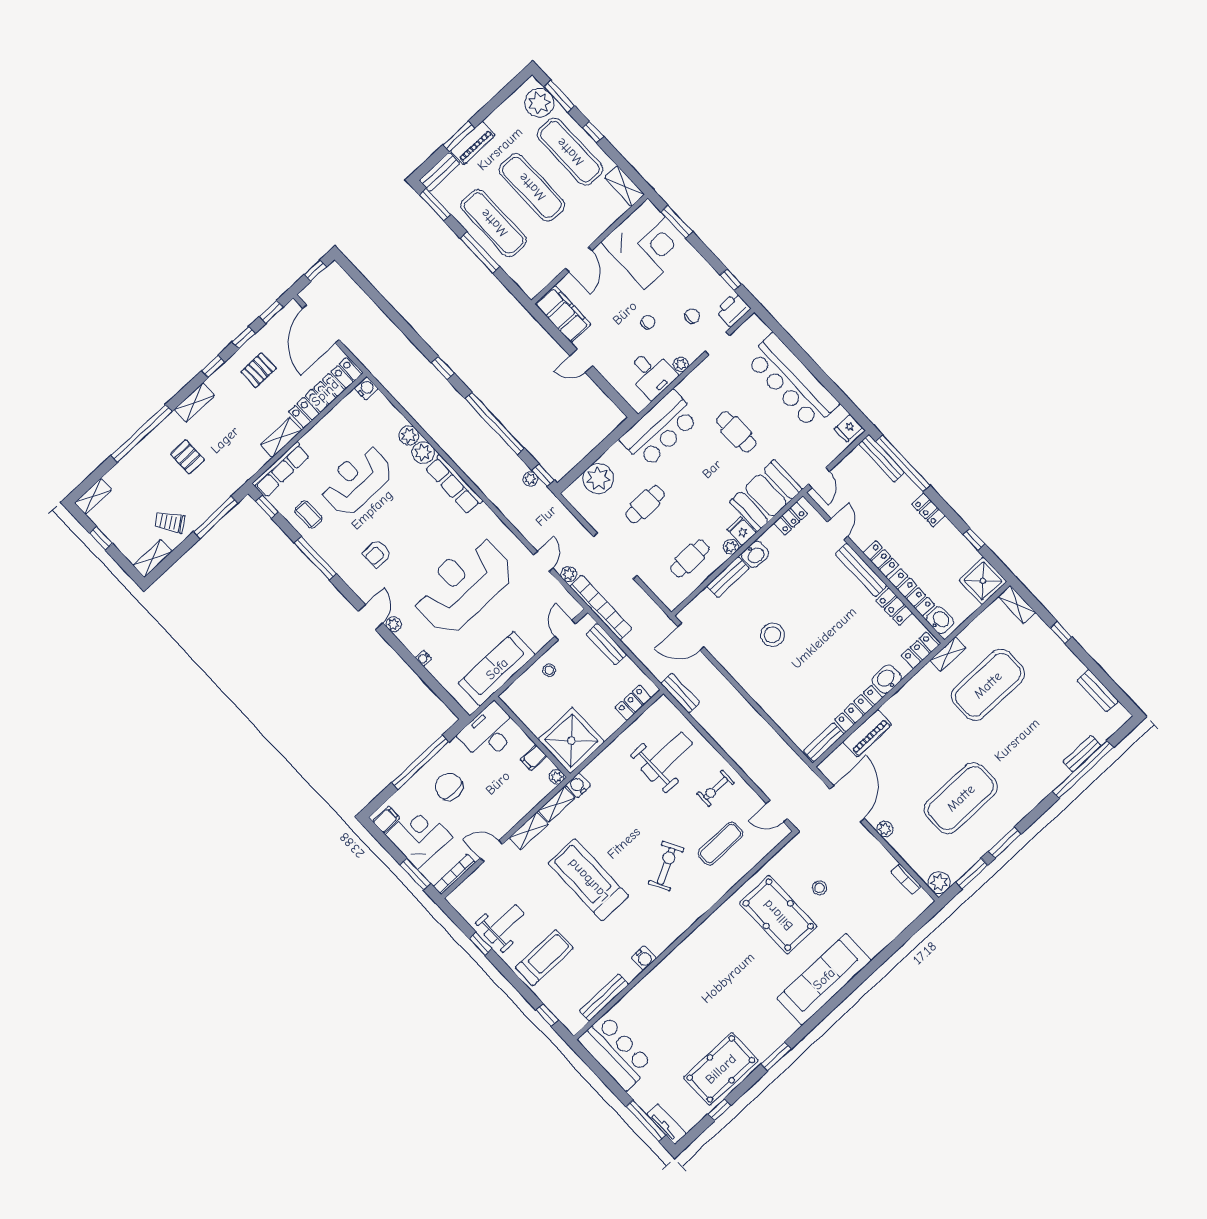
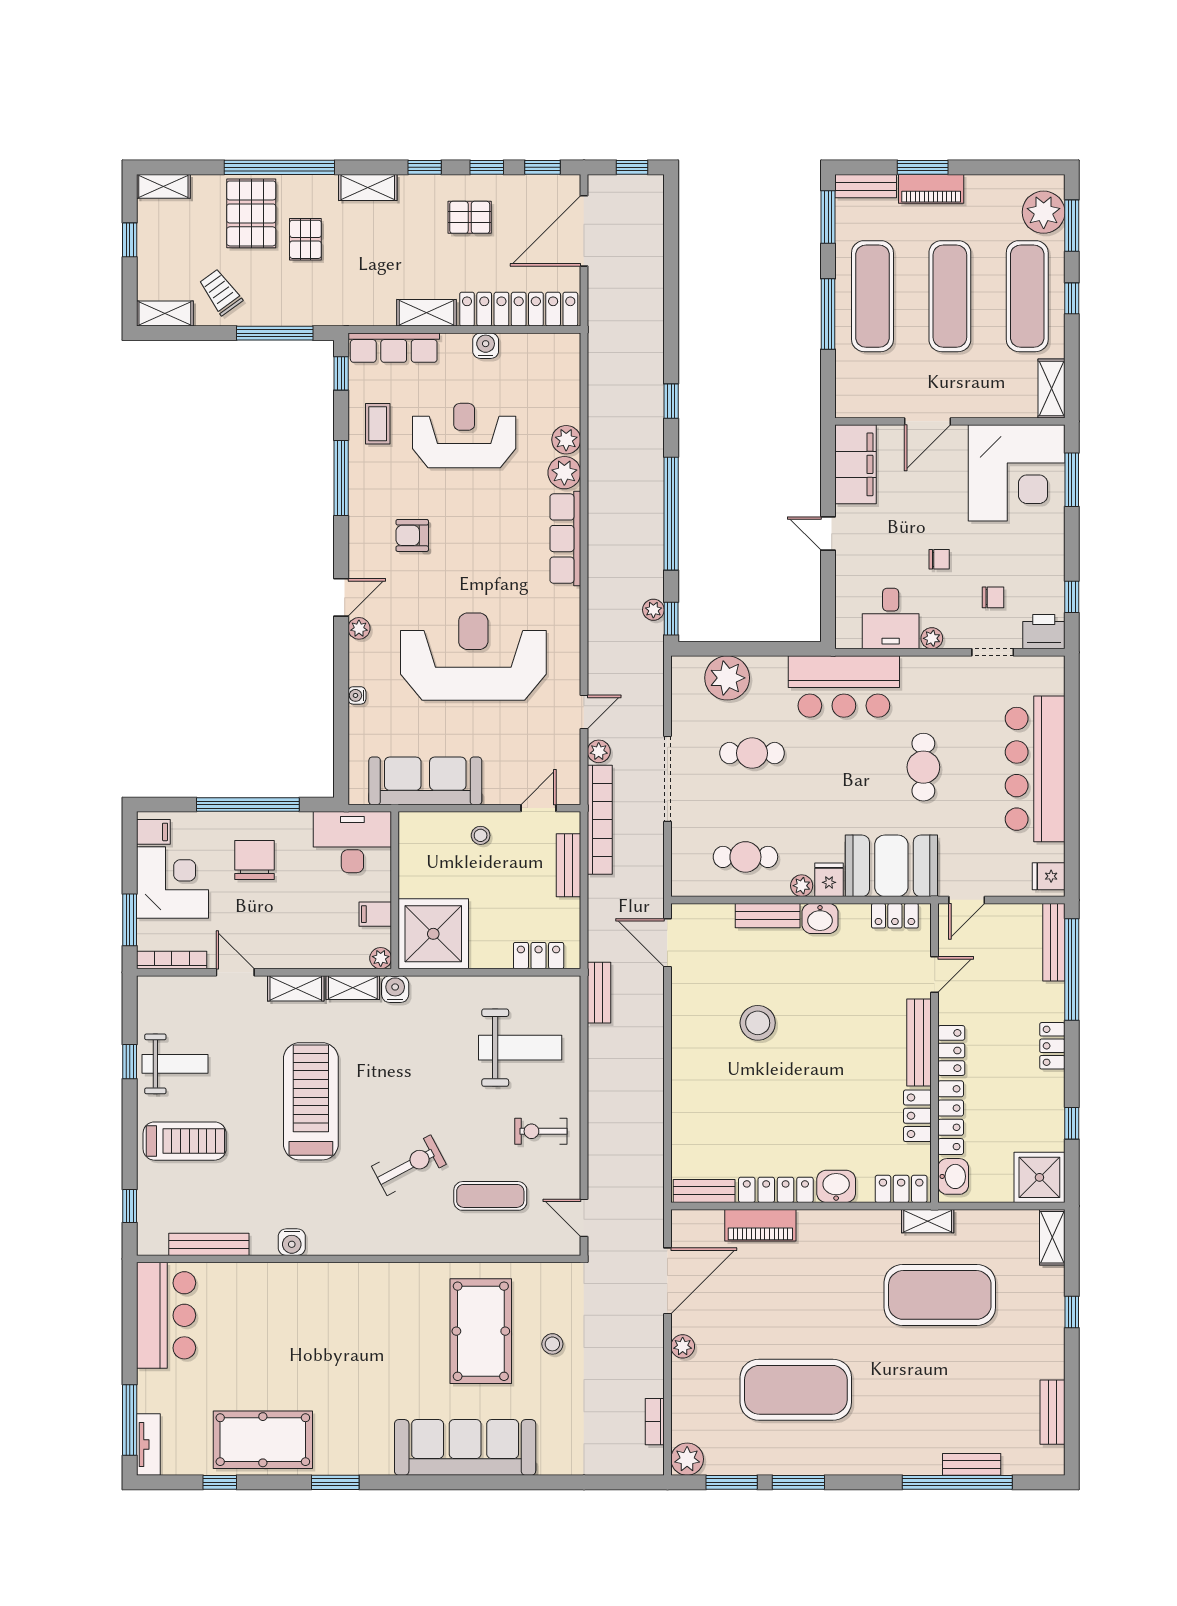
water cooler: (366, 388) -> (486, 346), moved, turned -90
pallet: (149, 469) -> (251, 213), added

